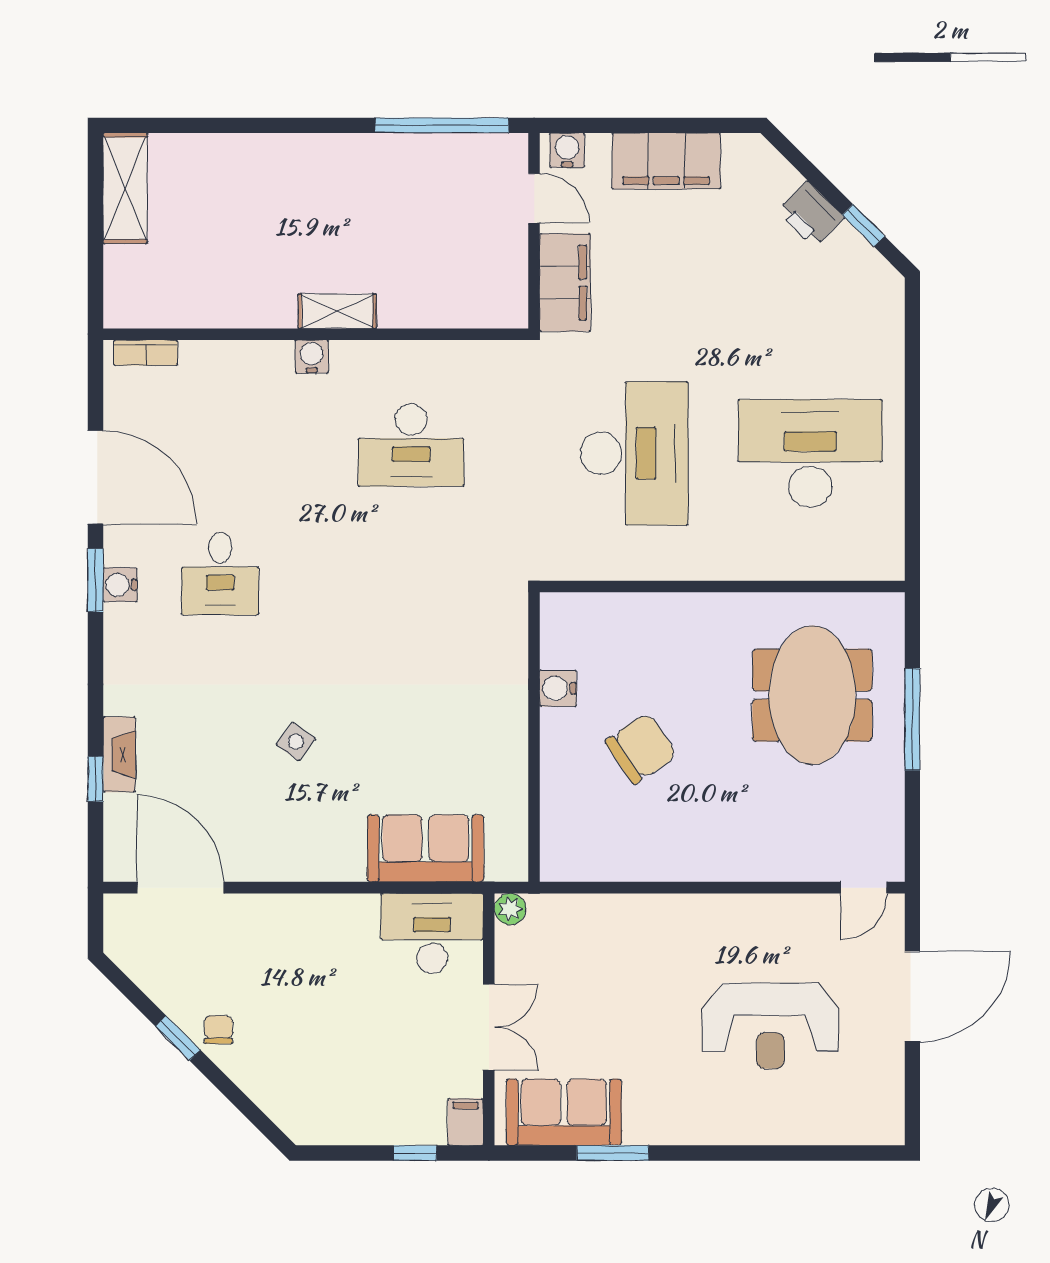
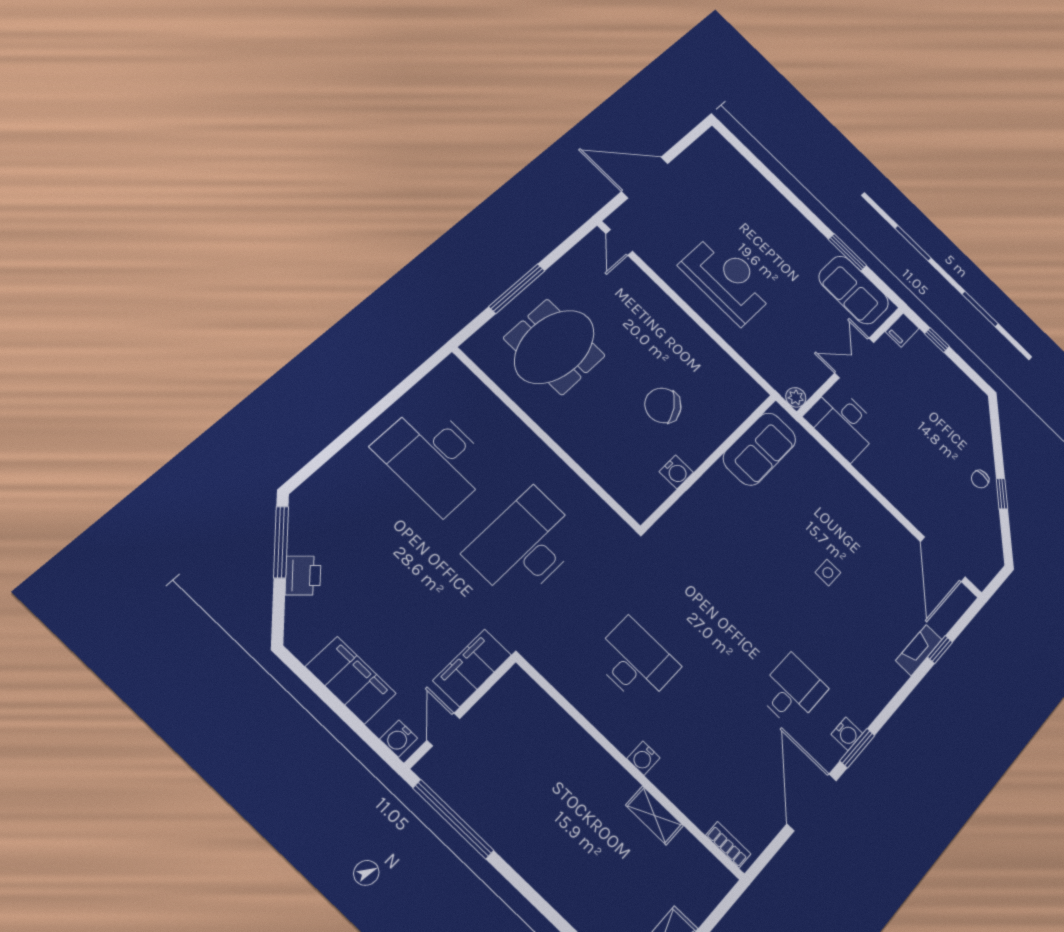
window: (863, 225) -> (281, 542), width x2.17
shelving: (337, 311) -> (654, 815), moved
side table: (296, 742) -> (828, 573), turned -37
sofa: (426, 848) -> (760, 449), moved, turned -90
door: (864, 888) -> (619, 243), swing flipped
reception desk: (770, 1026) -> (727, 279), moved

